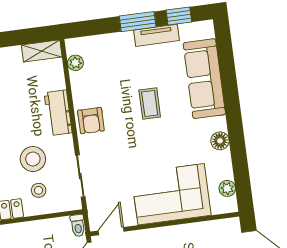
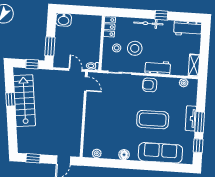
tv unit: (156, 35) -> (191, 118), moved
coffee table: (150, 104) -> (153, 120), width x1.86, depth x1.72
corner sofa: (171, 194) -> (100, 121), removed

